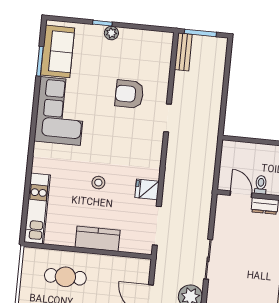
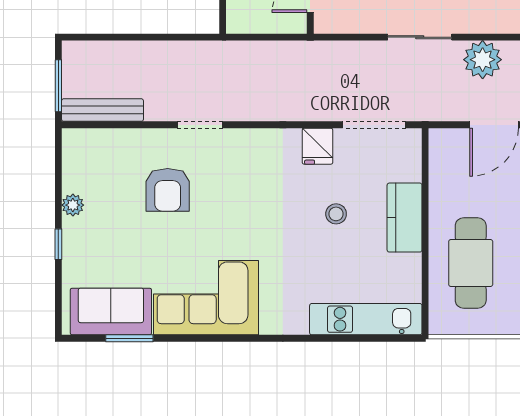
plant: (111, 33) -> (73, 205), moved
bench: (183, 52) -> (102, 110), width x1.36
stool: (98, 183) -> (336, 214), moved
cafe table: (65, 277) -> (471, 263), width x1.37, depth x1.35

